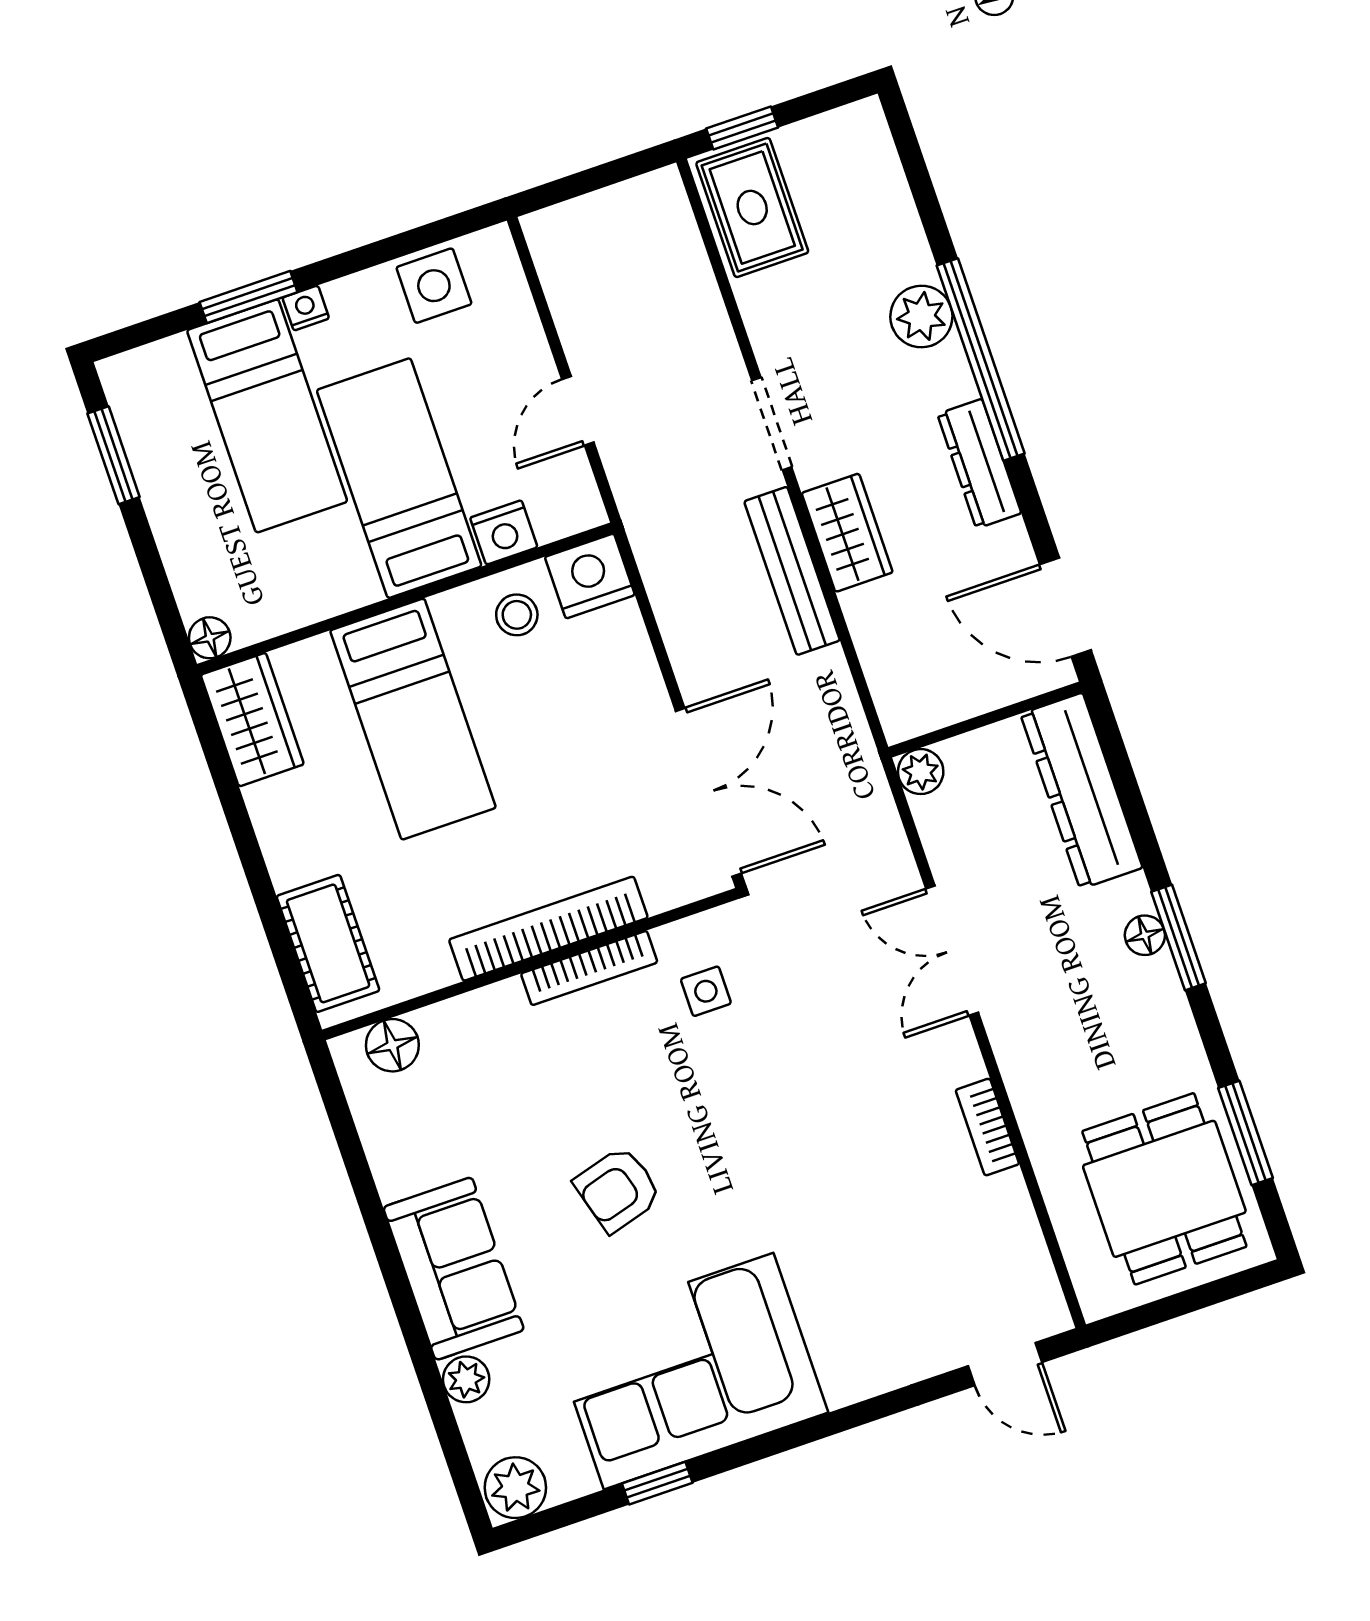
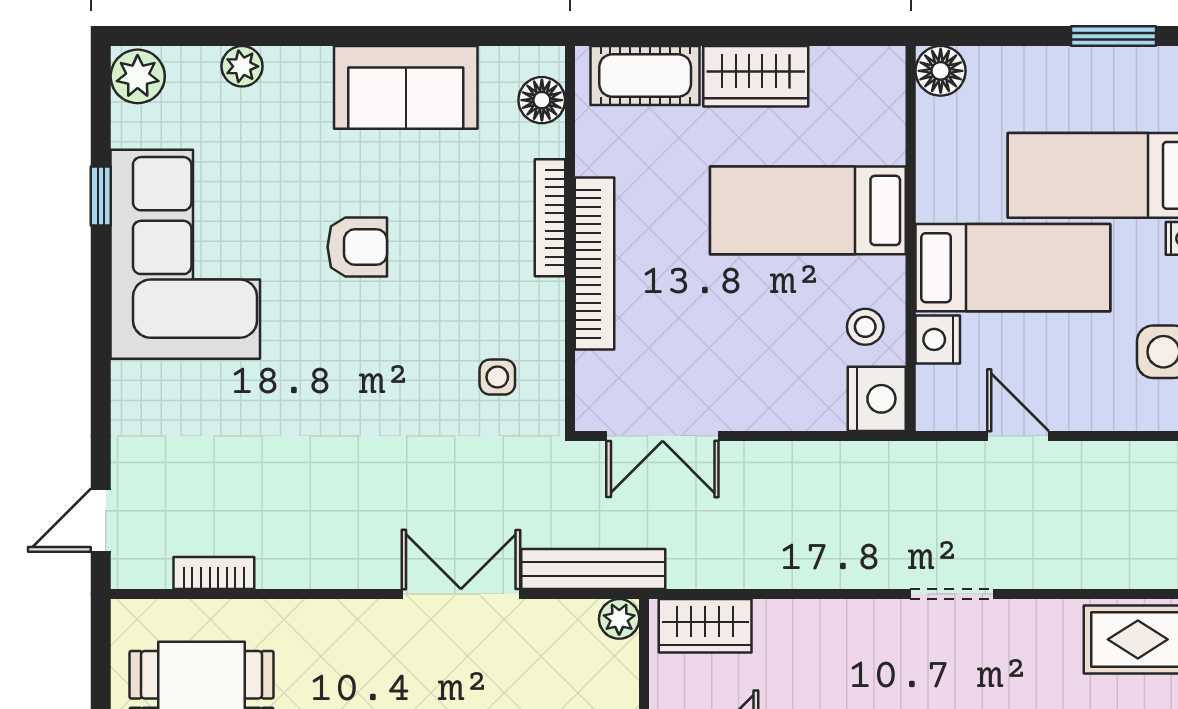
wardrobe: (847, 533) -> (705, 626), moved
bench: (792, 571) -> (593, 569), moved
floor lamp: (210, 638) -> (941, 71), width x1.37, depth x1.37
wardrobe: (252, 720) -> (756, 76), moved
double door: (708, 792) -> (663, 436), width x0.73
bookcase: (589, 968) -> (550, 218), moved
bookcase: (987, 1127) -> (214, 573), moved
armchair: (618, 1189) -> (357, 247), turned 106
sofa: (454, 1269) -> (406, 87), moved

